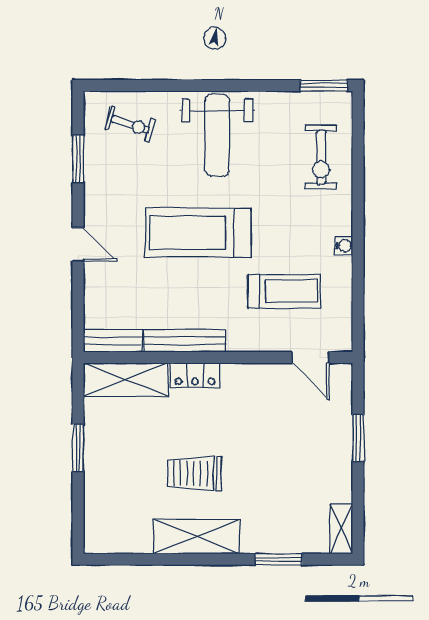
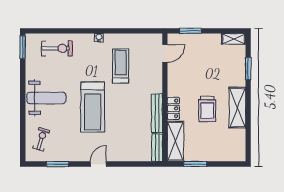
bench: (113, 341) -> (157, 148), moved
bench: (185, 341) -> (157, 113), moved
wall: (218, 357) -> (165, 97), moved
door: (310, 357) -> (165, 53), moved
locker: (195, 375) -> (173, 108), moved
shelving: (126, 380) -> (176, 141), moved

